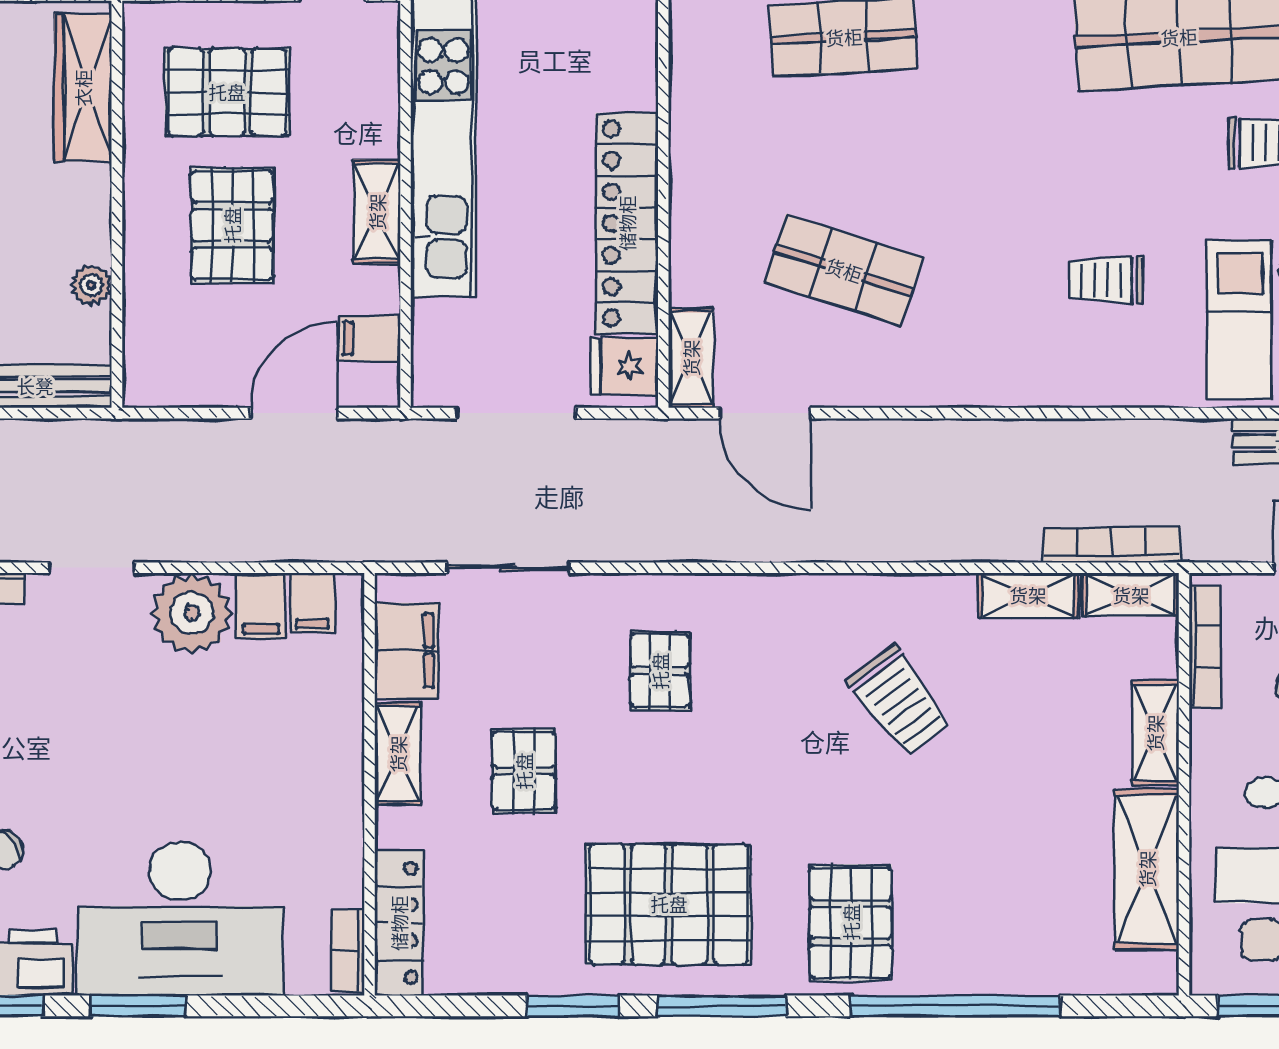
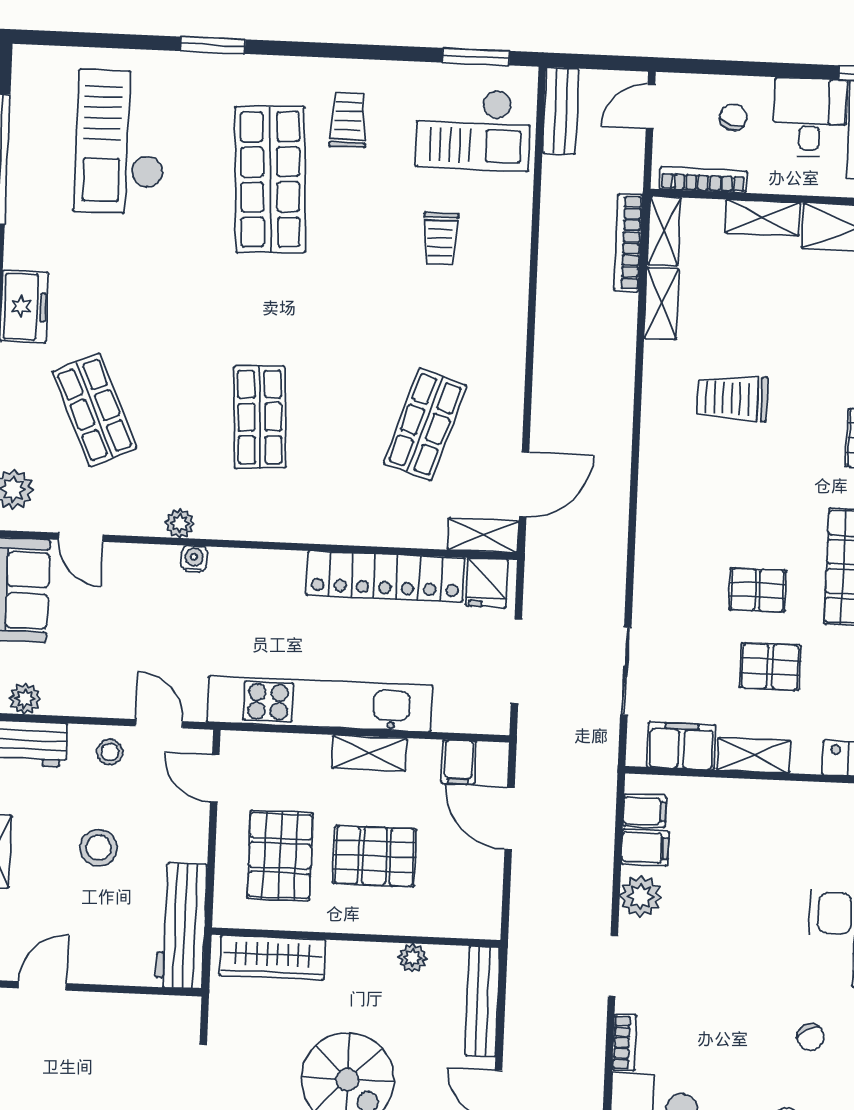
plant: (192, 613) -> (641, 896), width x0.73, depth x0.73
pallet: (660, 671) -> (758, 590), moved
trolley: (899, 701) -> (732, 398), turned -143

